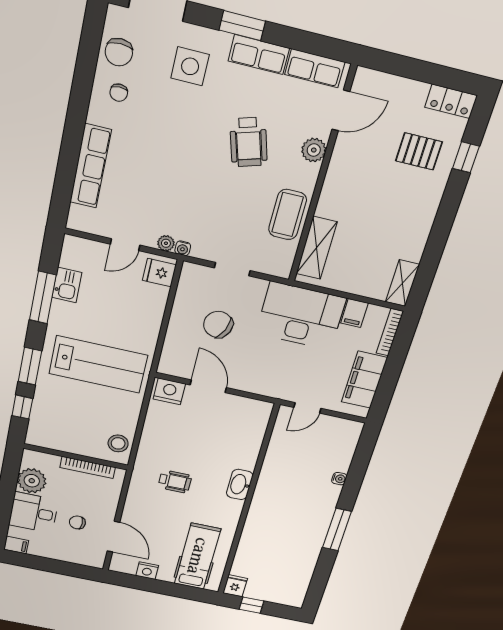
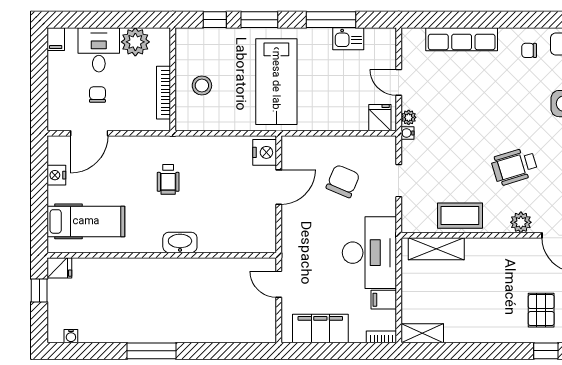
bookcase: (390, 332) -> (381, 337), width x0.64
stool: (118, 443) -> (202, 86), moved
water cooler: (339, 479) -> (71, 336), moved

